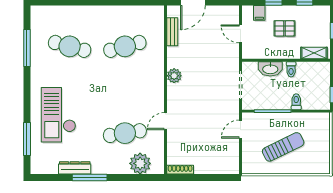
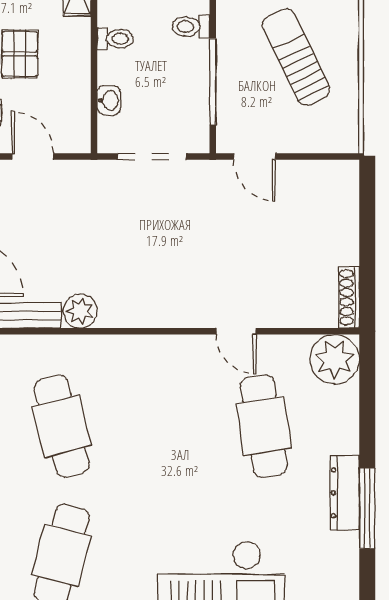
door: (241, 34) -> (33, 156), swing flipped
washbasin: (270, 69) -> (109, 100), width x0.52, depth x0.69
plant: (174, 76) -> (80, 311), moved
plant: (140, 163) -> (335, 359), moved
dresser: (75, 168) -> (345, 493), moved

